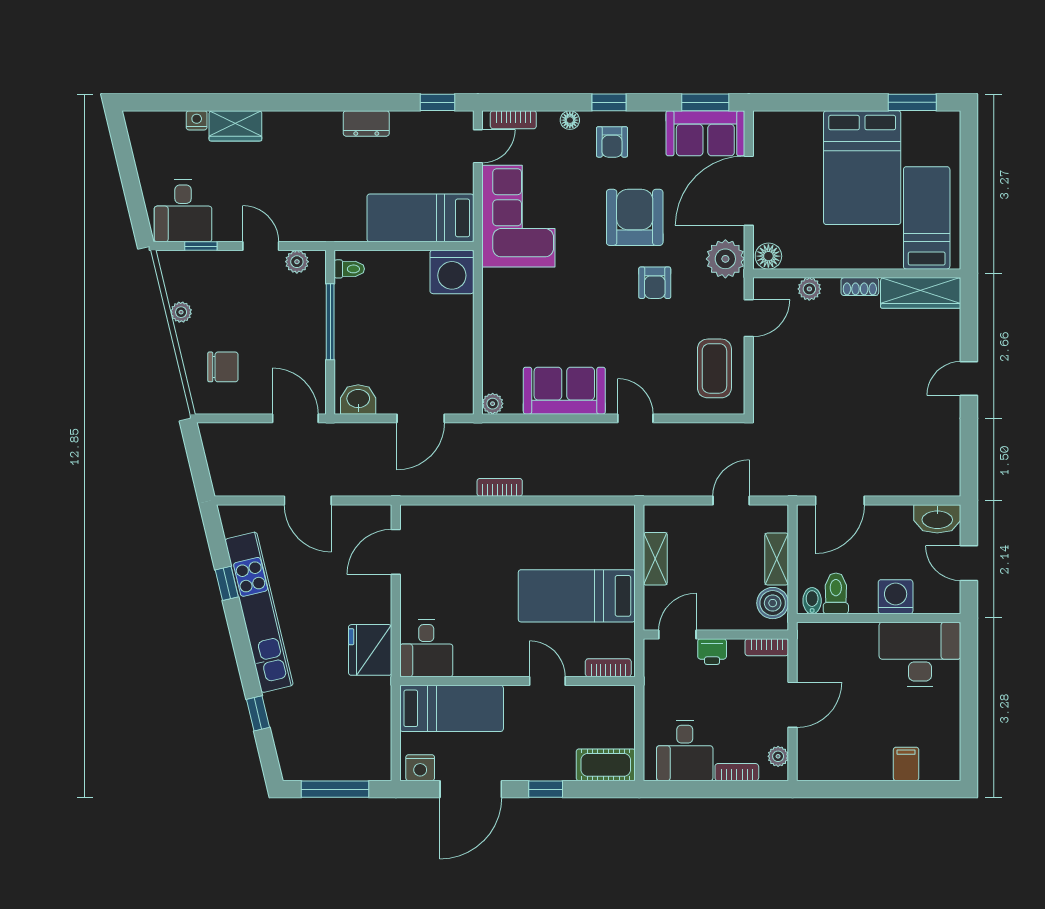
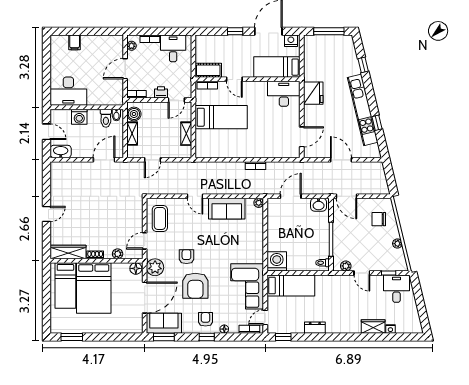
bed: (862, 168) -> (94, 288), moved, turned 180
desk: (426, 648) -> (284, 94), width x1.37
cot: (606, 765) -> (208, 70), moved

